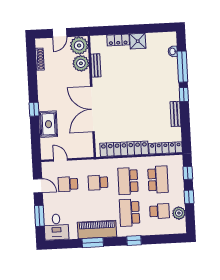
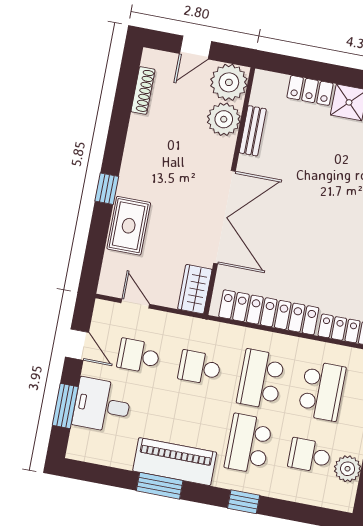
double door: (92, 109) -> (224, 217), swing flipped
wardrobe: (87, 146) -> (195, 289), added
school desk: (160, 211) -> (310, 455), turned 180
desk: (56, 227) -> (102, 405), moved, turned 90

